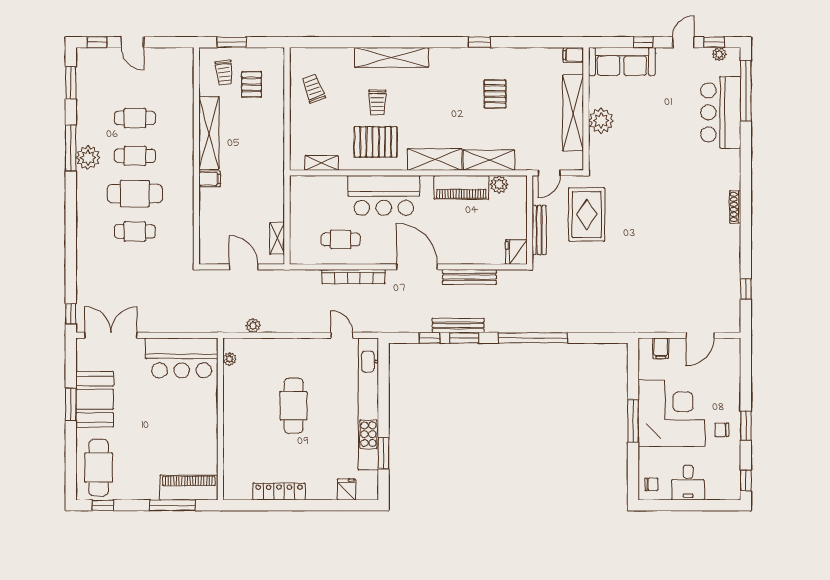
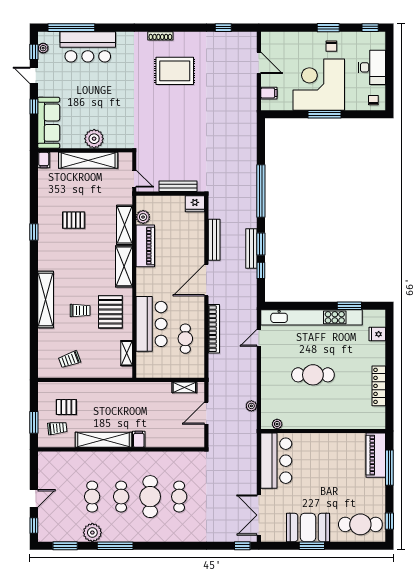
plant: (88, 158) -> (92, 533), moved
bar counter: (384, 195) -> (152, 324), moved
rug: (587, 214) -> (175, 71), moved
desk: (688, 483) -> (372, 67), width x1.37

